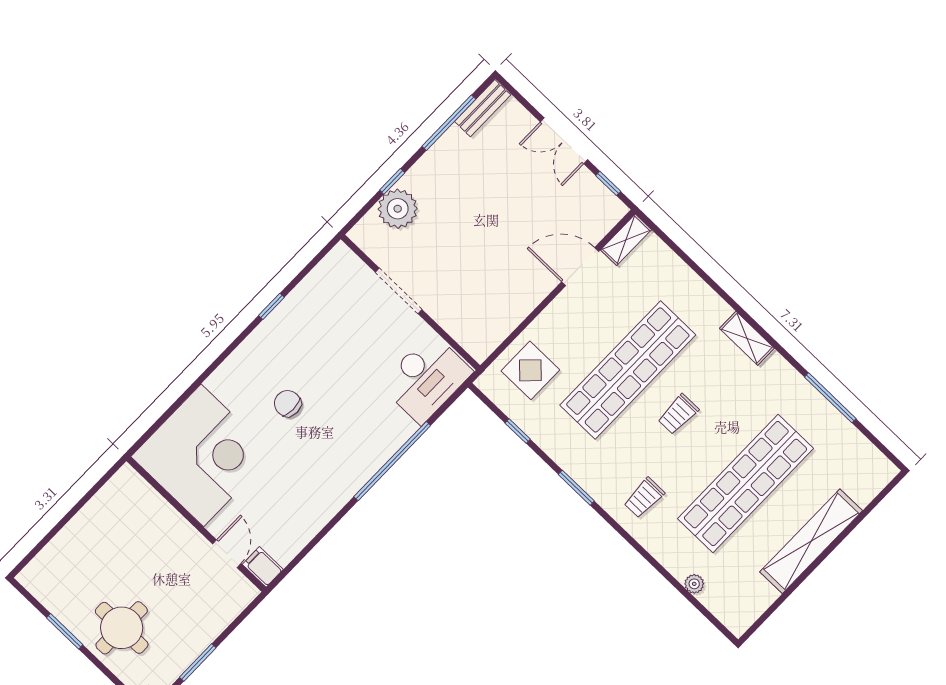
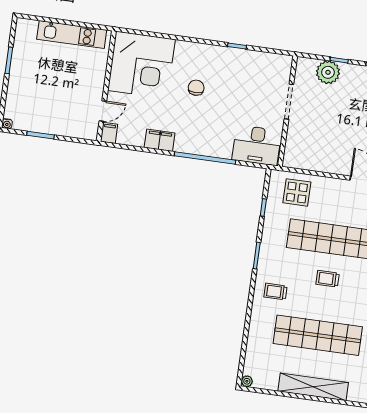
filing cabinet: (323, 505) -> (160, 140), added
kitchen unit: (92, 520) -> (72, 35), added
plant: (694, 584) -> (247, 381), moved
round table: (122, 628) -> (31, 87), removed

